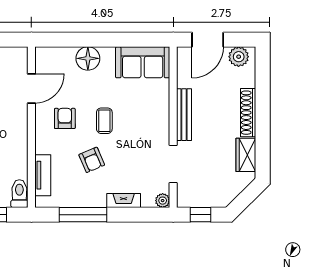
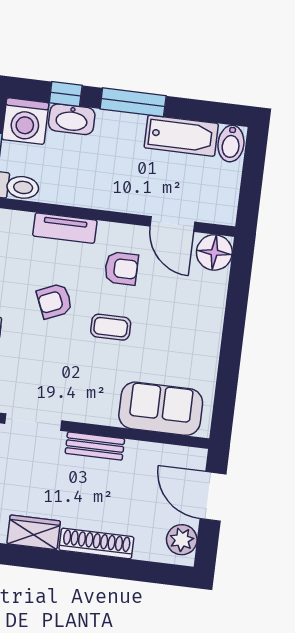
floor lamp: (88, 58) -> (214, 252), moved
sofa: (143, 62) -> (161, 409), moved, turned 90
bench: (184, 115) -> (95, 446), width x0.73
tv unit: (43, 175) -> (65, 228), moved

